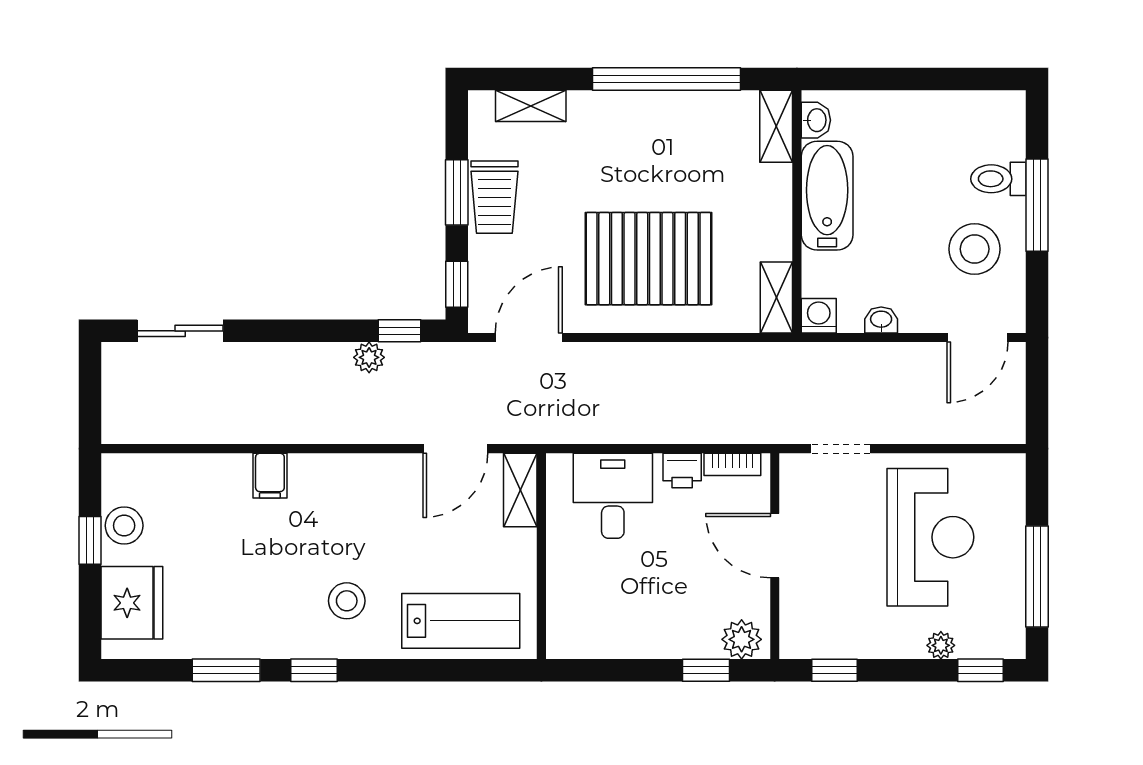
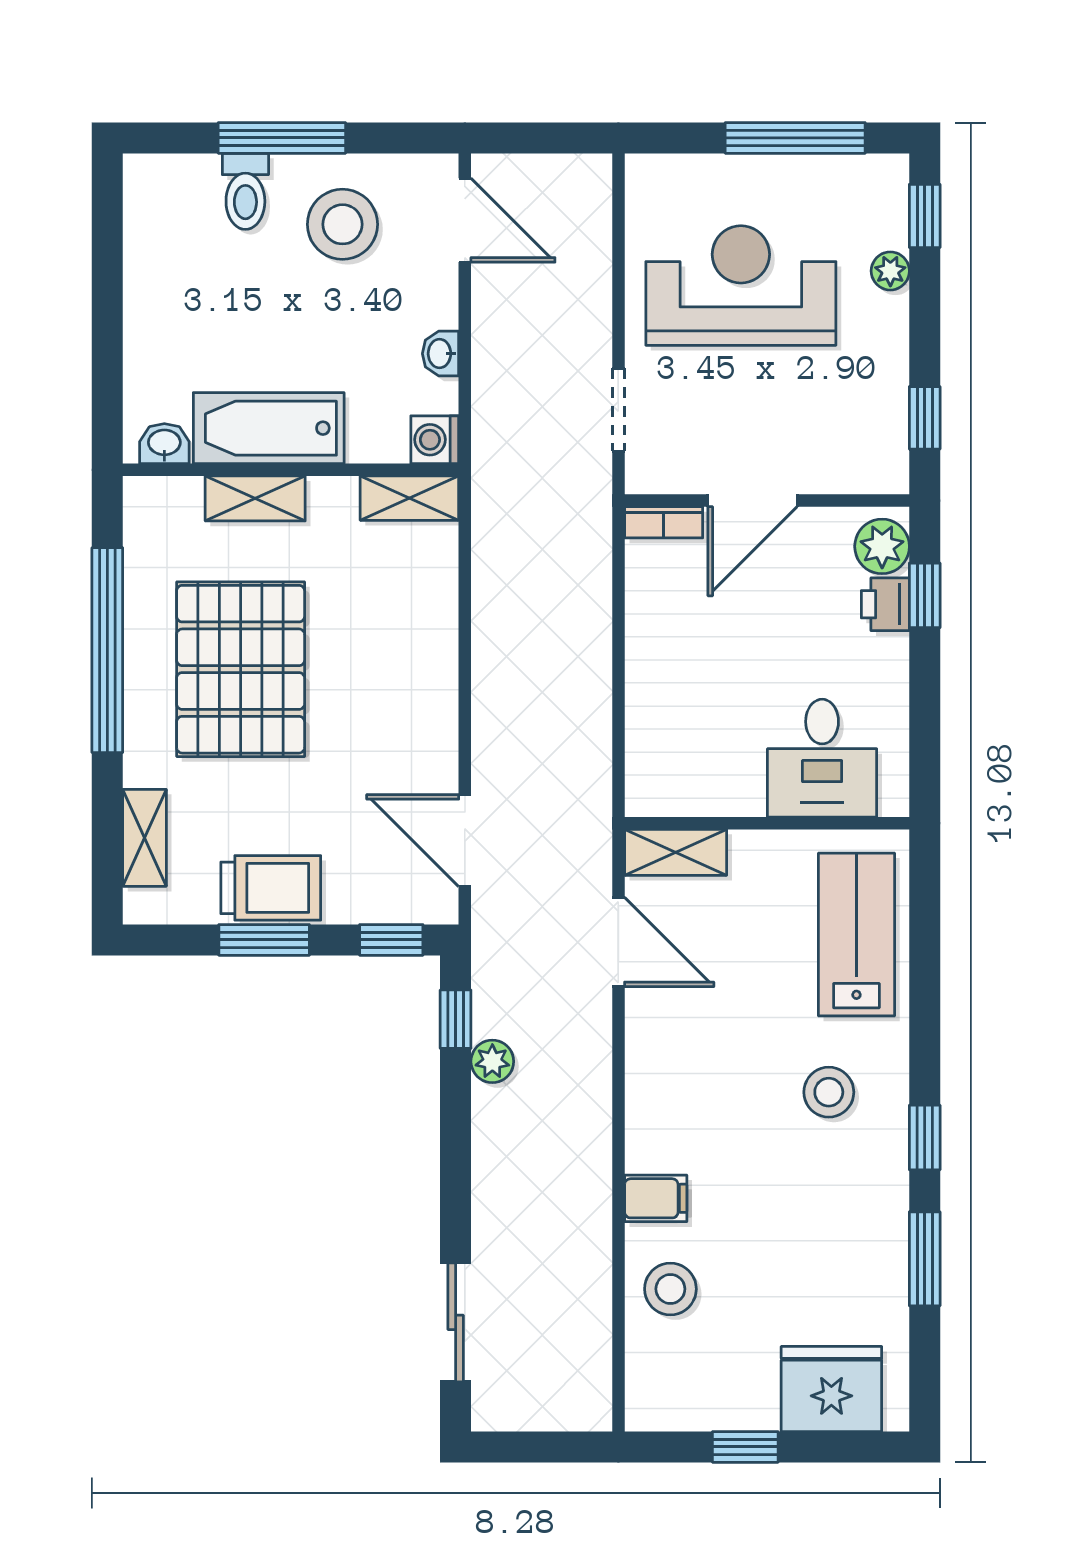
shelving: (776, 126) -> (255, 498), moved
pallet: (649, 259) -> (241, 669), moved
bookcase: (732, 464) -> (664, 522), moved, turned 90
printer: (682, 470) -> (885, 604), moved, turned 180
desk: (613, 496) -> (822, 758), moved, turned -90
stool: (124, 526) -> (670, 1289), moved

